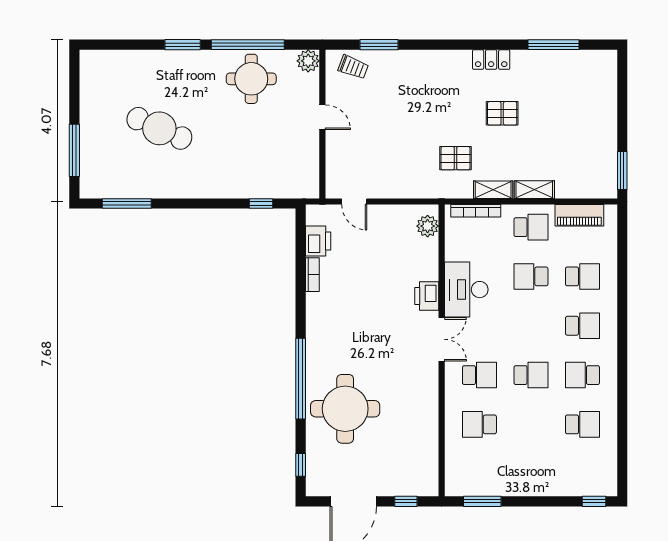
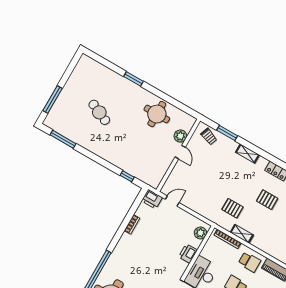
window: (248, 45) -> (165, 97), removed
plant: (308, 61) -> (180, 136), moved
cafe table: (159, 128) -> (99, 112), width x0.73, depth x0.74
shelving: (534, 190) -> (247, 154), moved
door: (354, 202) -> (172, 201), swing flipped
printer: (318, 241) -> (152, 199), moved, turned 90
printer: (427, 296) -> (188, 254), moved

